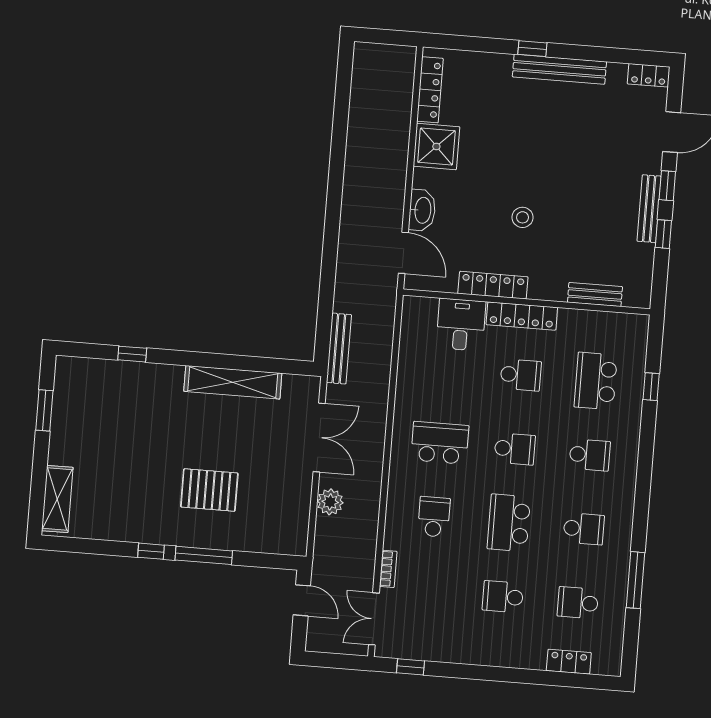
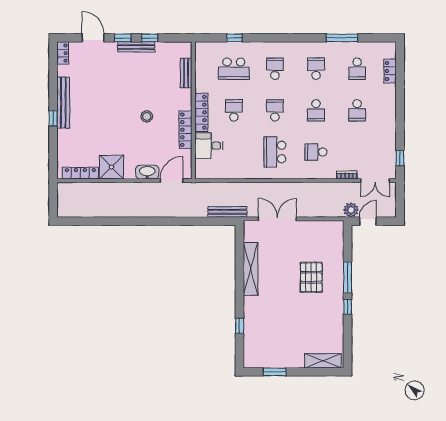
plant: (330, 502) -> (351, 210), moved
school desk: (509, 523) -> (316, 110), width x0.54

